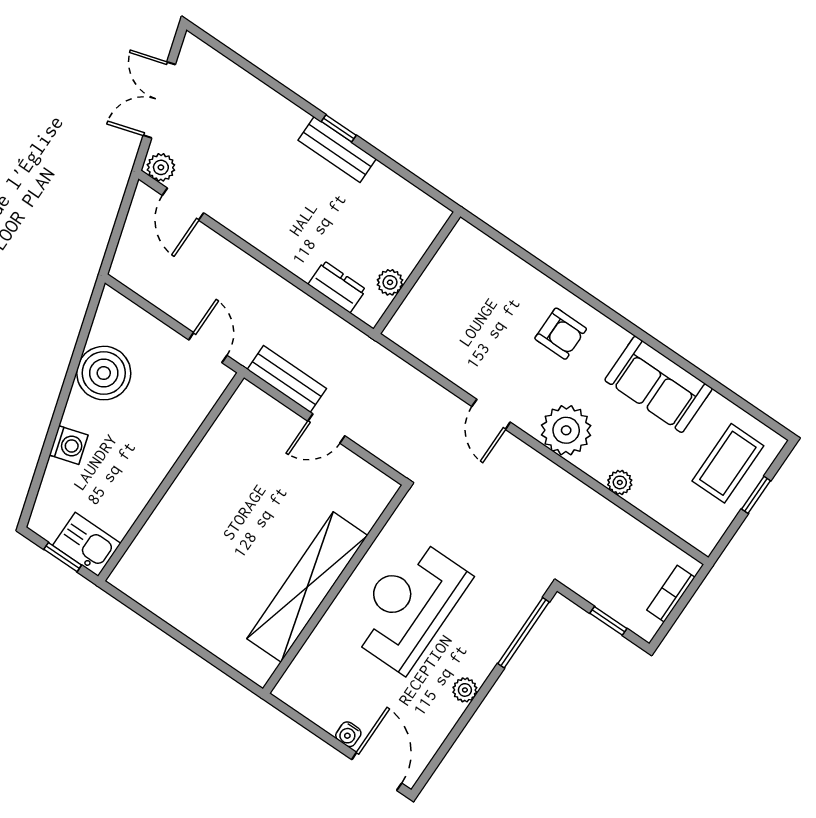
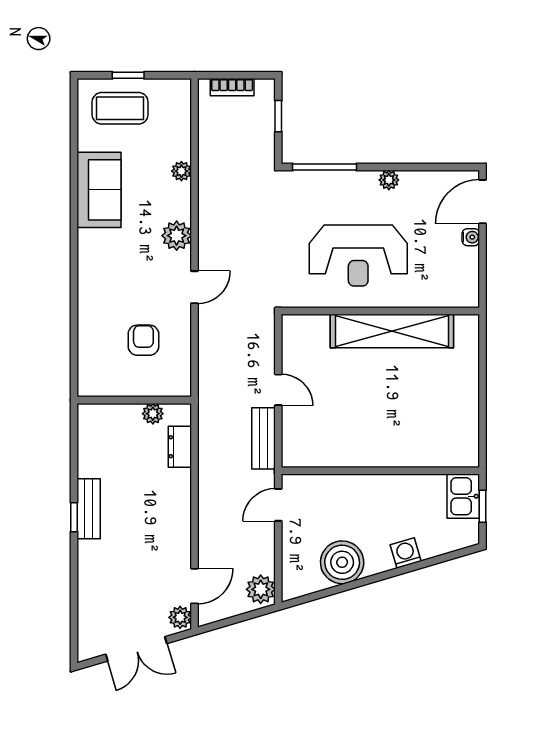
plant: (133, 270) -> (261, 589), added
armchair: (561, 334) -> (143, 340), moved
plant: (566, 430) -> (177, 236), width x0.73, depth x0.73

